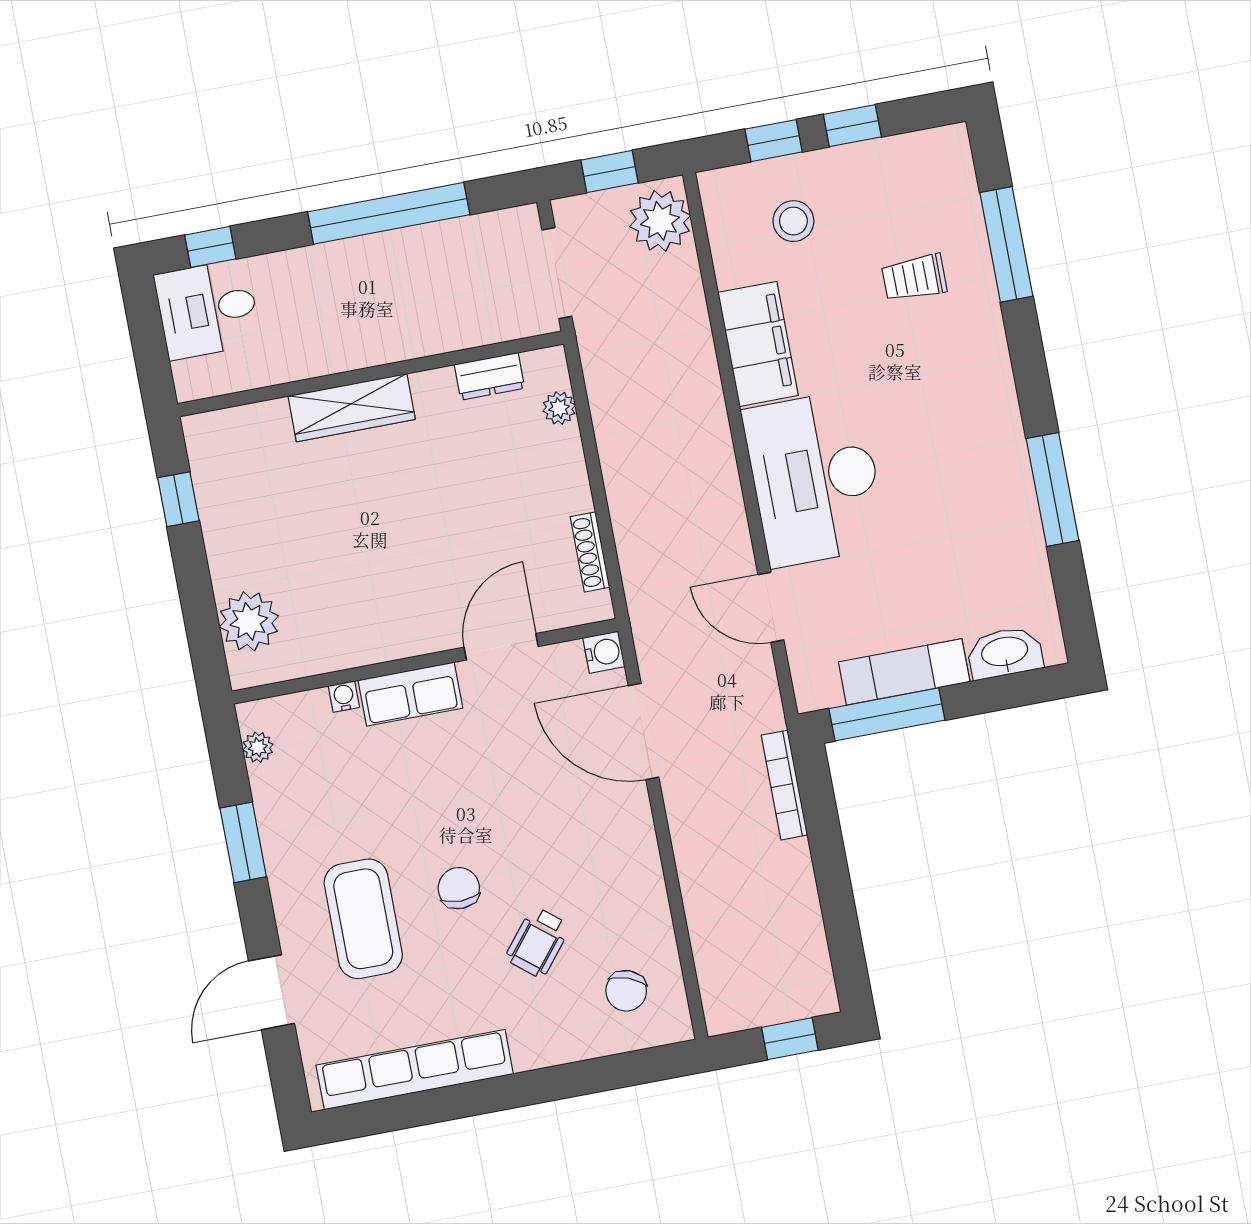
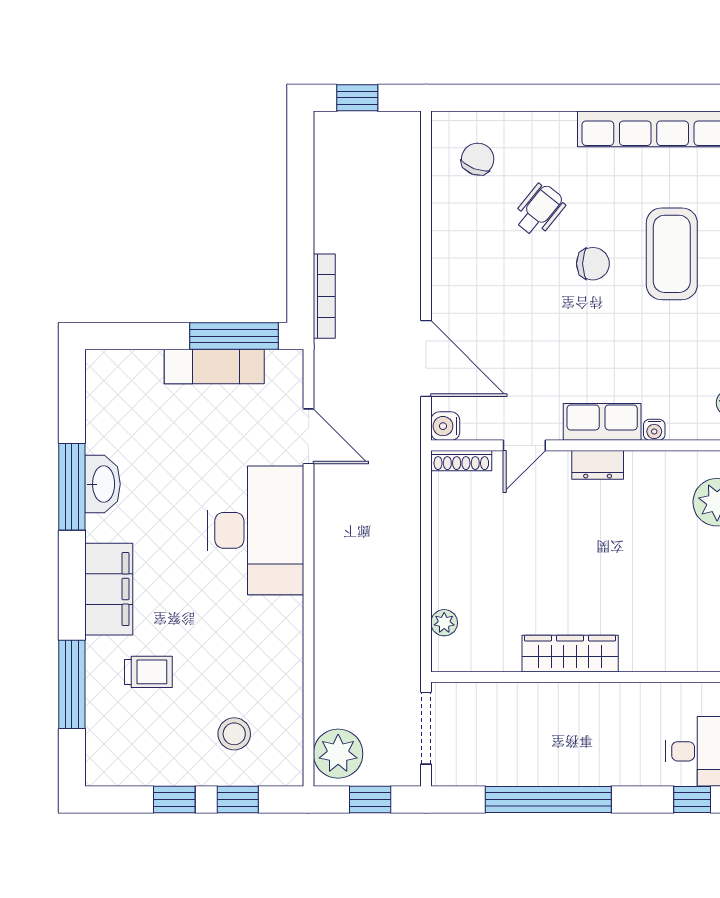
filing cabinet: (758, 344) -> (109, 589), moved, turned 180
dresser: (490, 376) -> (598, 465), moved, turned 180
wardrobe: (352, 408) -> (570, 654), moved
shoe rack: (590, 552) -> (461, 461), moved, turned 90
door: (501, 647) -> (524, 445), width x0.73
washbasin: (1005, 653) -> (103, 484), moved, turned -90
chair: (459, 888) -> (593, 264), turned -90

